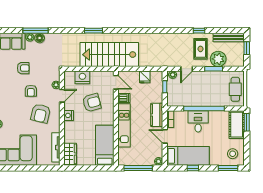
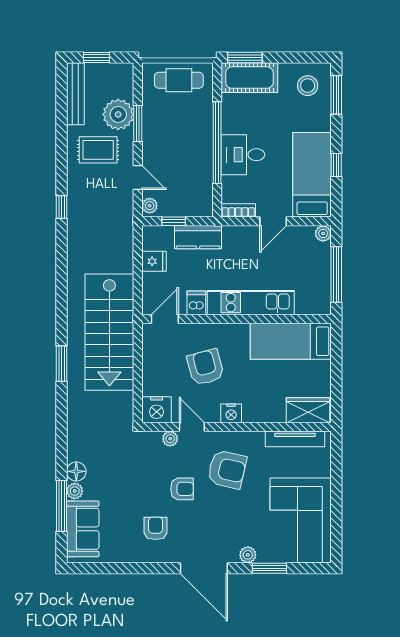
window: (35, 31) -> (61, 506), moved
window: (199, 31) -> (61, 207), moved
armchair: (23, 68) -> (156, 528), moved
nightstand: (82, 77) -> (157, 410), moved, turned -90
kitchen counter: (157, 115) -> (198, 237), moved

